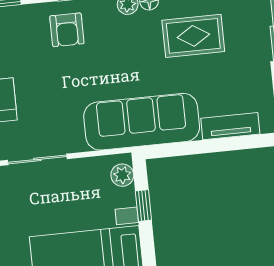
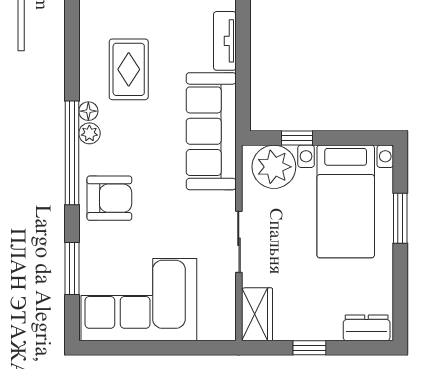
armchair: (67, 30) -> (109, 198), width x1.38, depth x1.38
plant: (122, 175) -> (274, 167), width x1.88, depth x1.88

